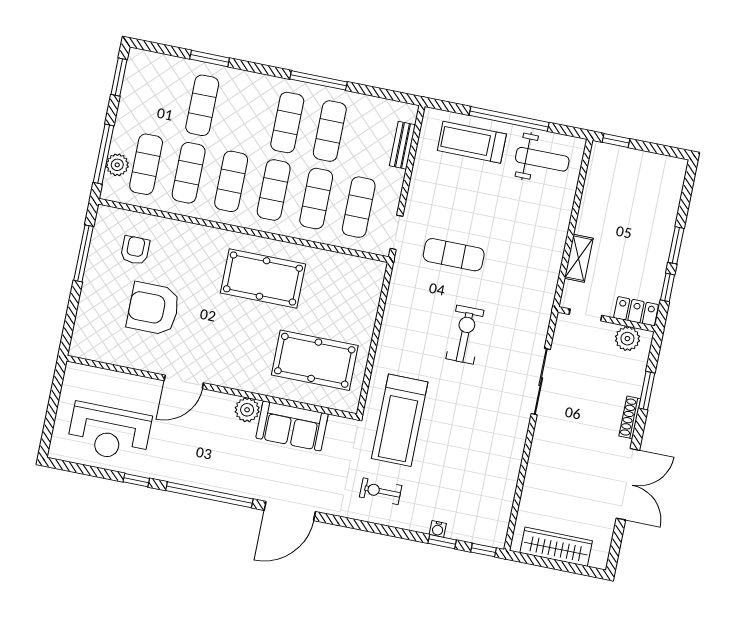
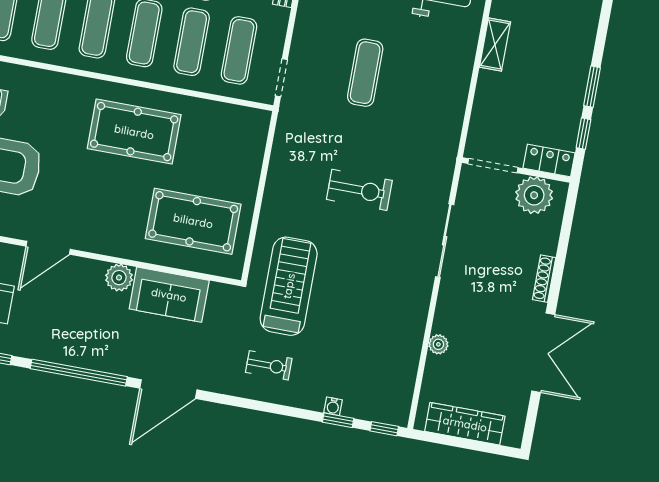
exercise mat: (454, 255) -> (365, 73), moved, turned 90
shelving: (579, 258) -> (495, 45), moved
doorway: (586, 315) -> (493, 166), width x1.38
exercise bike: (465, 335) -> (359, 190), turned 90
plant: (627, 339) -> (534, 195), width x1.36, depth x1.36
window: (647, 391) -> (562, 249), removed
treadmill: (400, 420) -> (289, 286), turned 180
plant: (534, 475) -> (438, 344), added
exercise bike: (381, 491) -> (269, 365), turned 180

